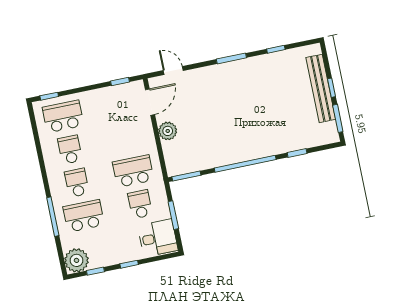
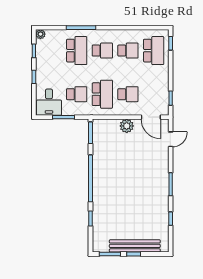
school desk: (126, 138) -> (128, 94), added
plant: (77, 260) -> (41, 34), width x0.53, depth x0.53

